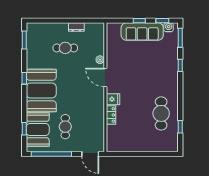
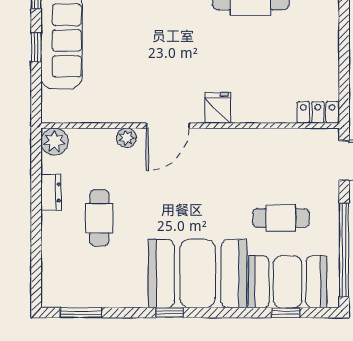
plant: (98, 29) -> (55, 142), added
locker: (111, 115) -> (318, 112), moved

